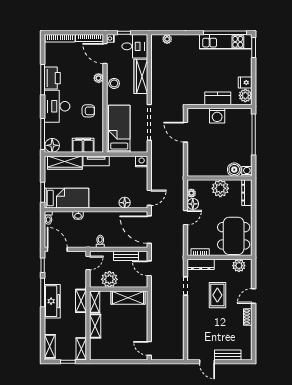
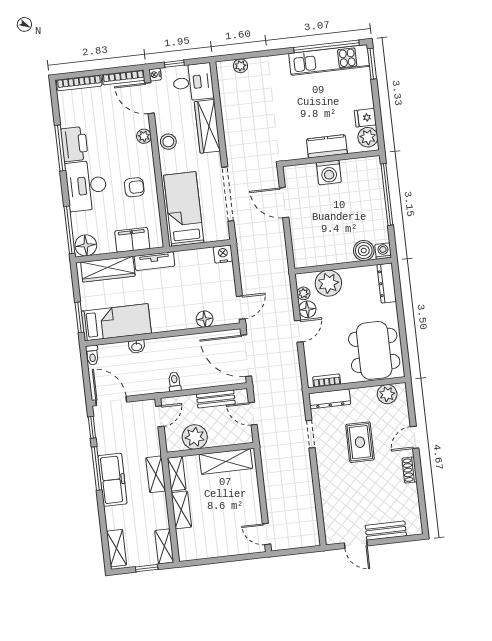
plant: (220, 188) -> (328, 283), moved

